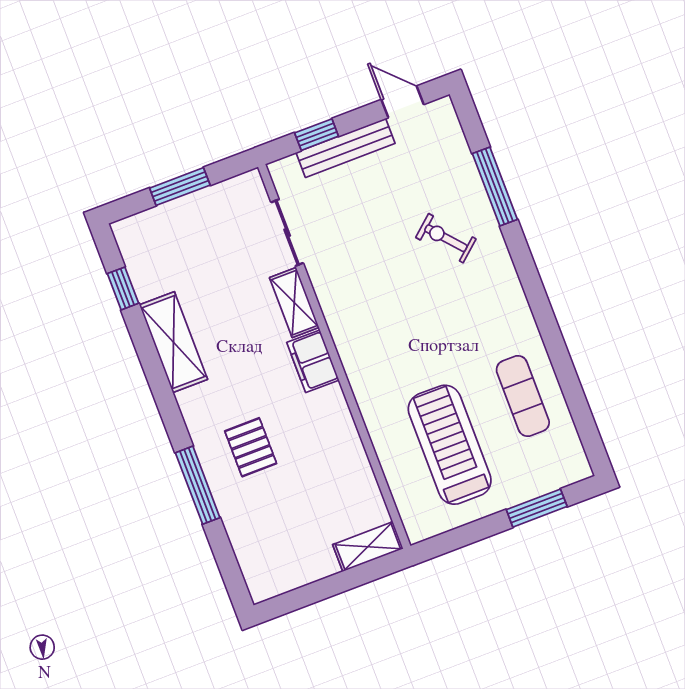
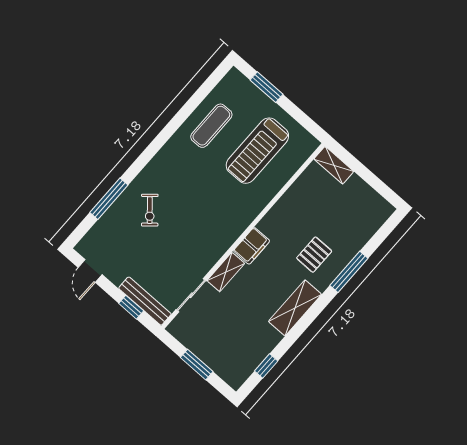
bench: (346, 148) -> (145, 301), moved
shelving: (173, 342) -> (295, 308), moved

